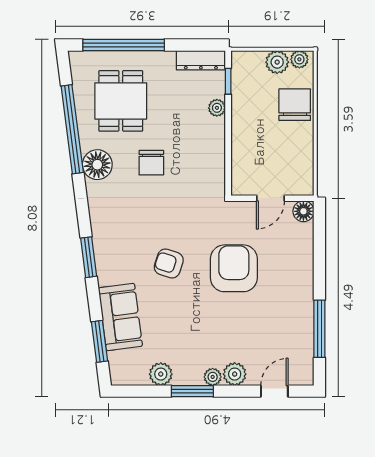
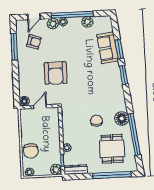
plant: (277, 62) -> (56, 170), moved
armchair: (169, 264) -> (34, 42), moved
window: (99, 341) -> (119, 49), moved
window: (192, 391) -> (72, 15), width x2.11

